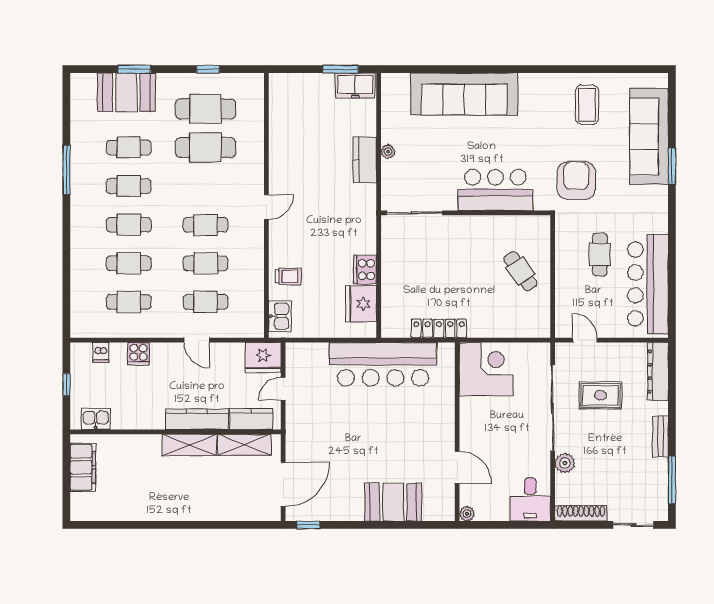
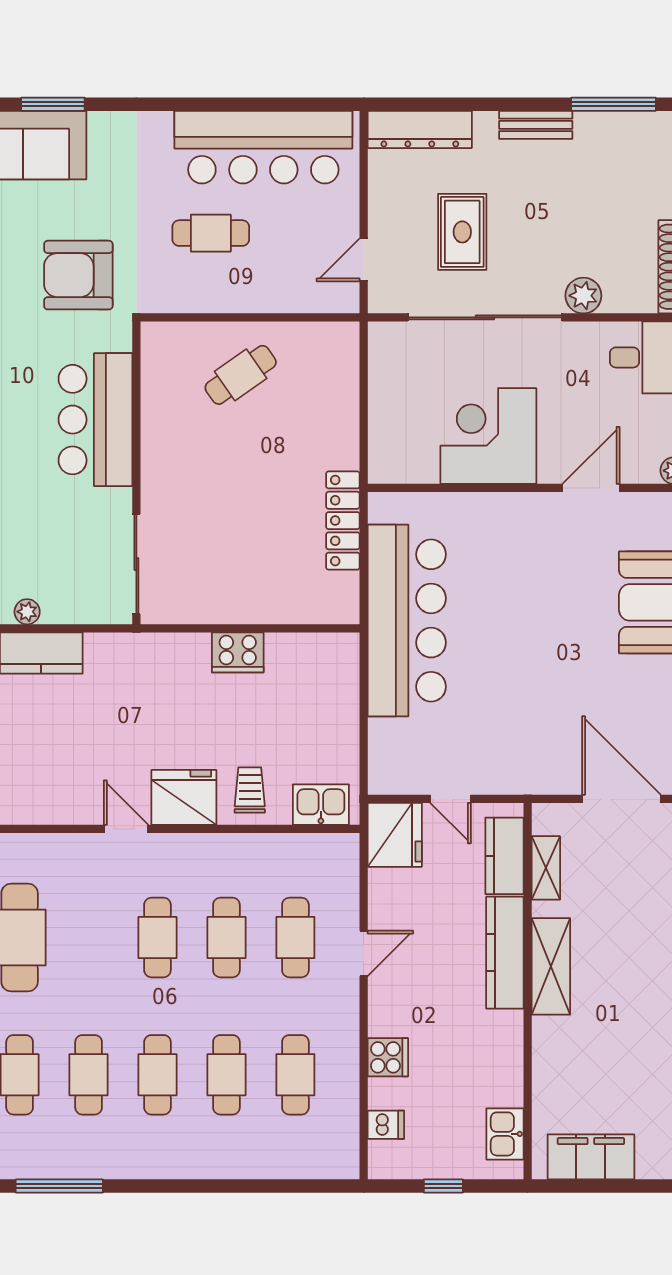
fridge: (361, 304) -> (184, 797), moved, turned 180
corner desk: (486, 369) -> (488, 436), moved
shelving: (244, 445) -> (546, 868), width x0.67, depth x0.75

